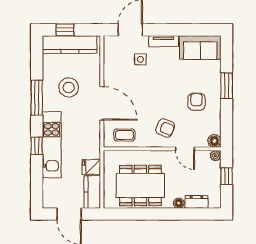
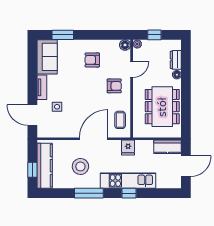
window: (227, 86) -> (63, 35), moved
armchair: (165, 128) -> (114, 86), turned 68
fridge: (91, 167) -> (128, 148), moved

